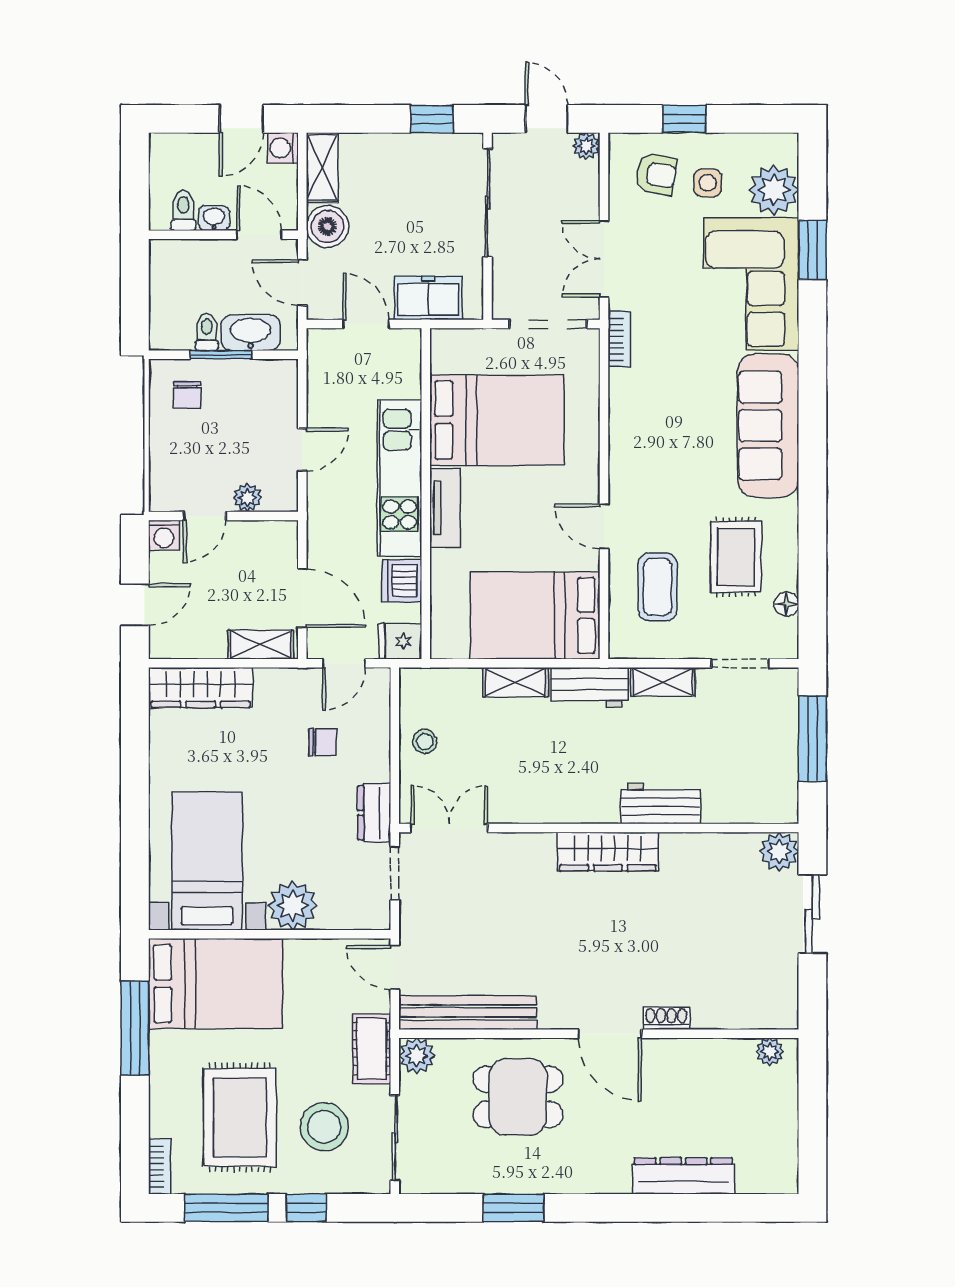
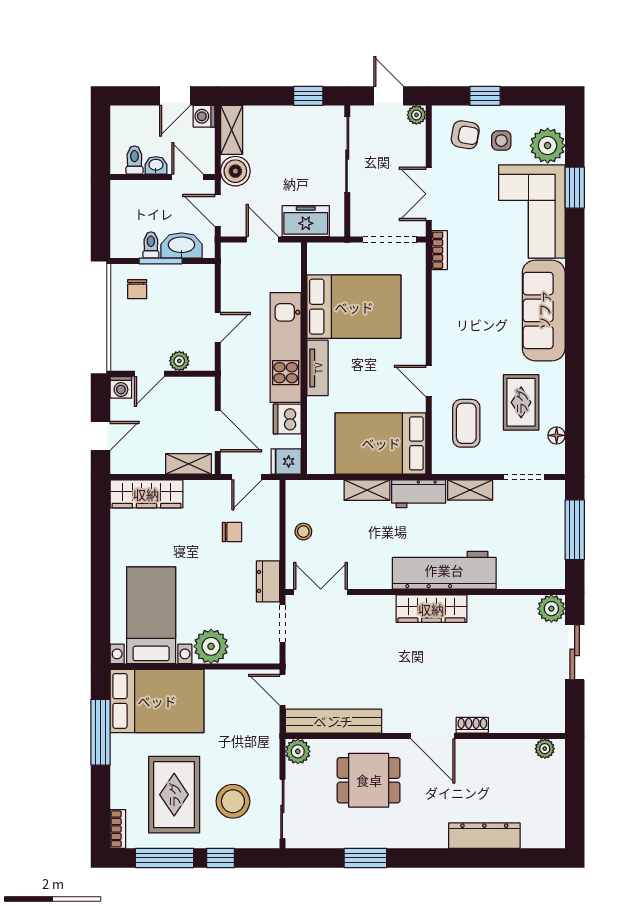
workbench: (661, 803) -> (444, 570), width x1.88, depth x1.32
cot: (372, 1049) -> (266, 747), removed

